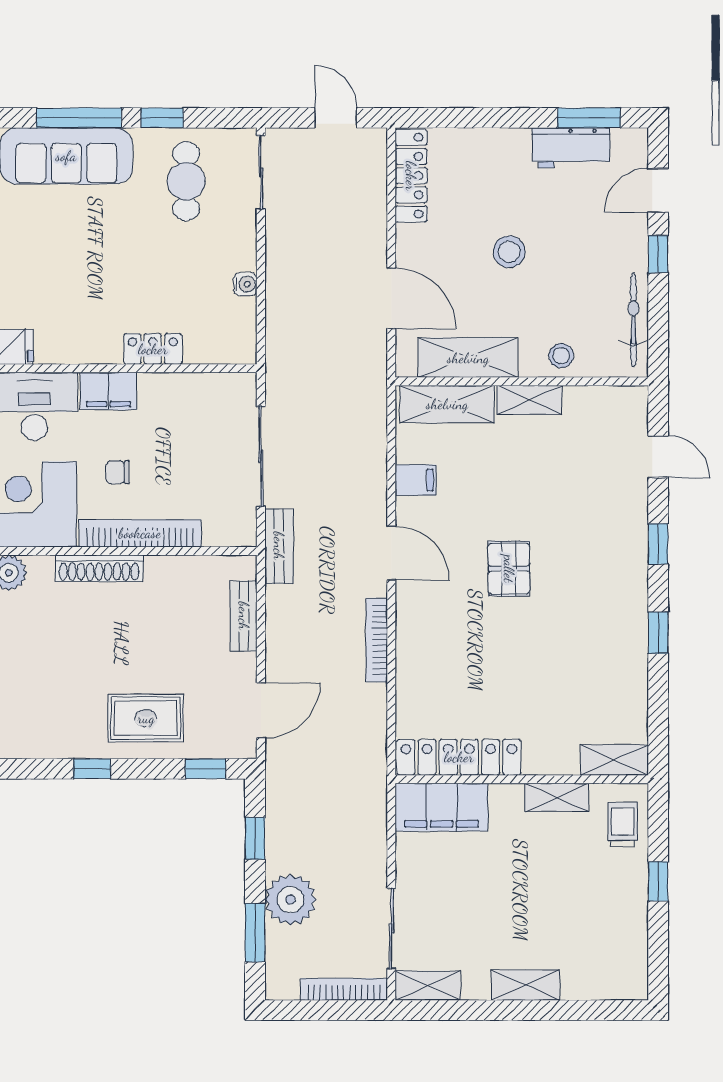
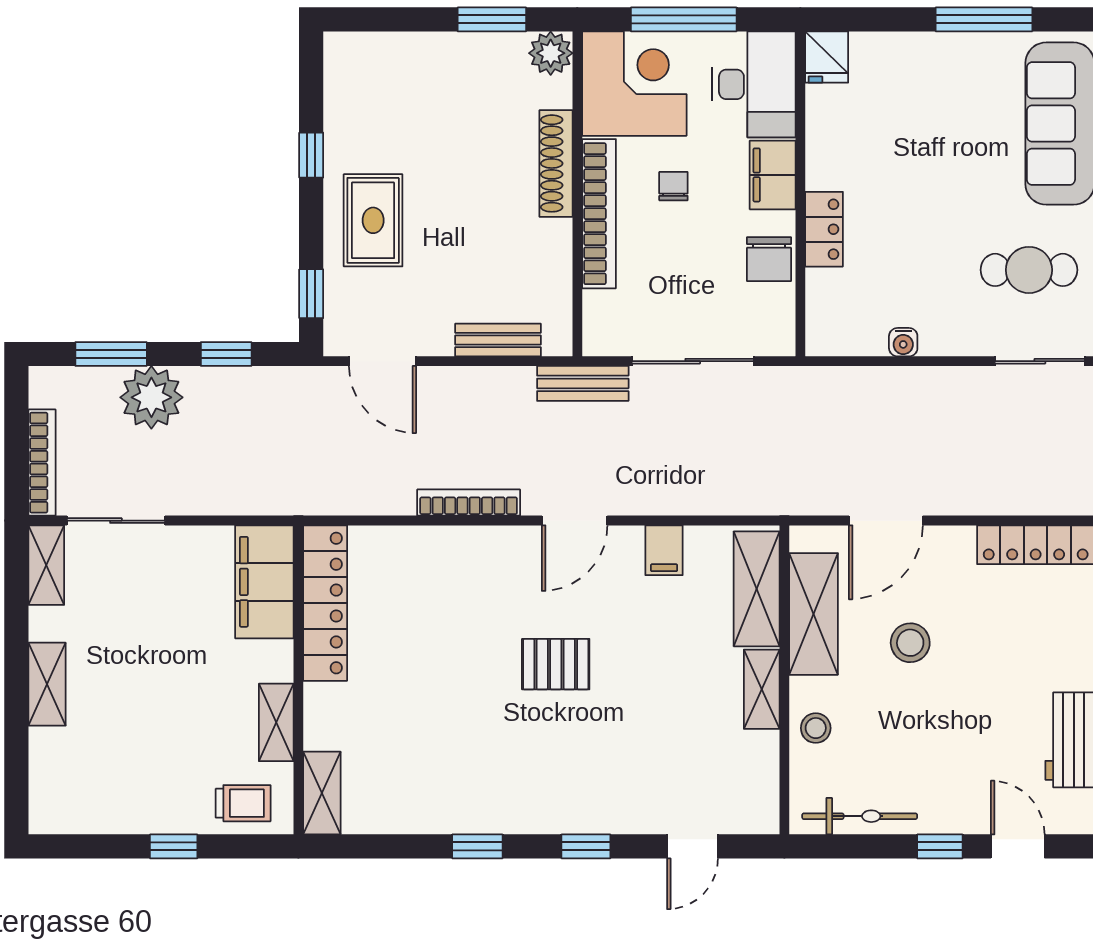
stool: (509, 252) -> (910, 643), moved
chair: (177, 394) -> (769, 259), added

